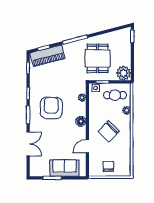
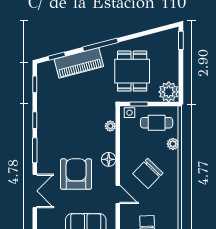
piano: (48, 56) -> (79, 63), moved
armchair: (51, 108) -> (76, 174), moved
door: (87, 146) -> (118, 194), swing flipped

